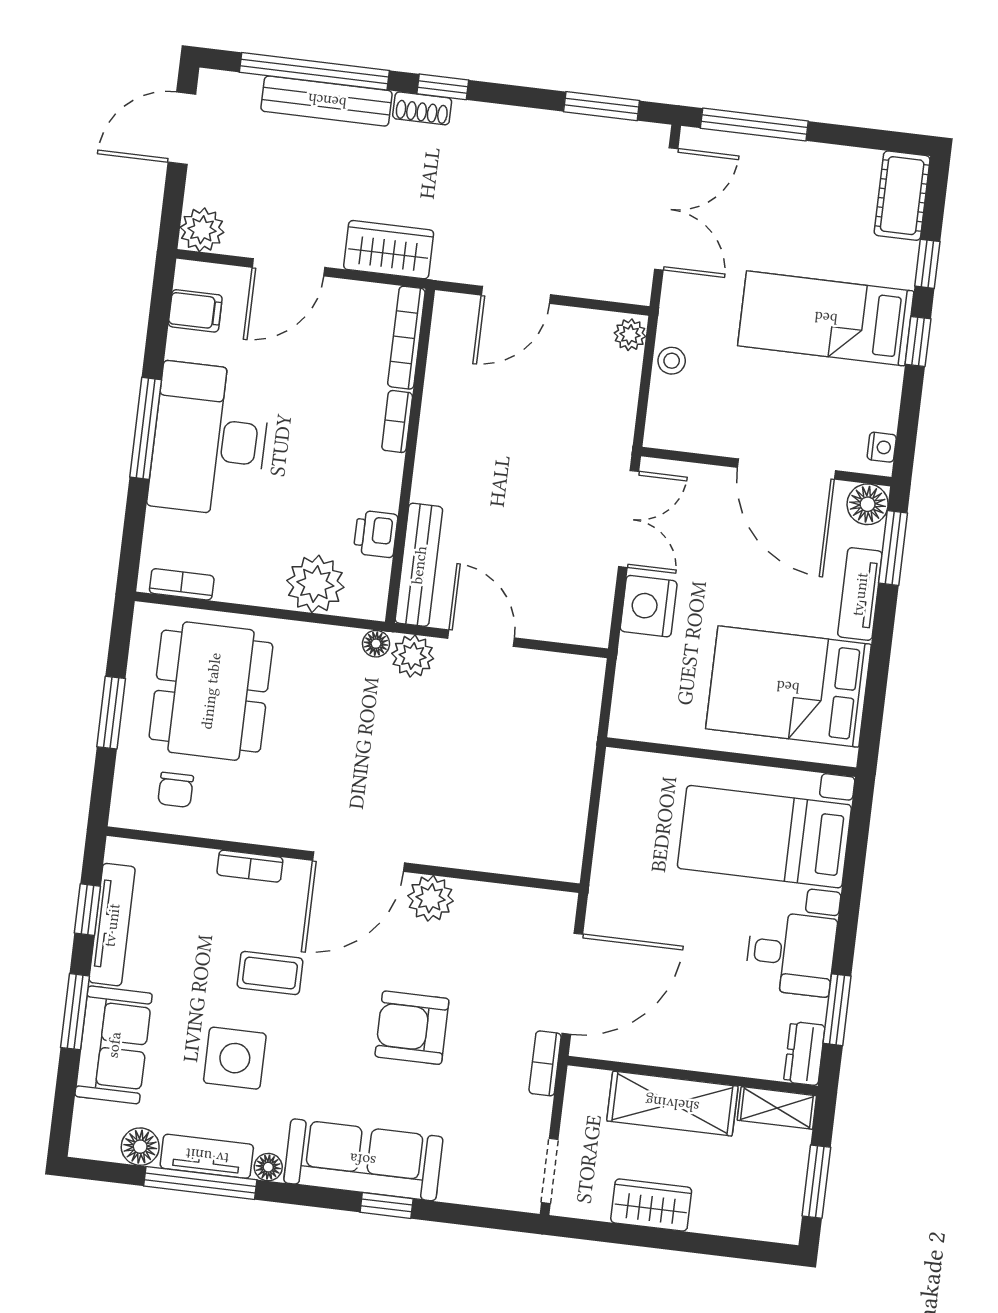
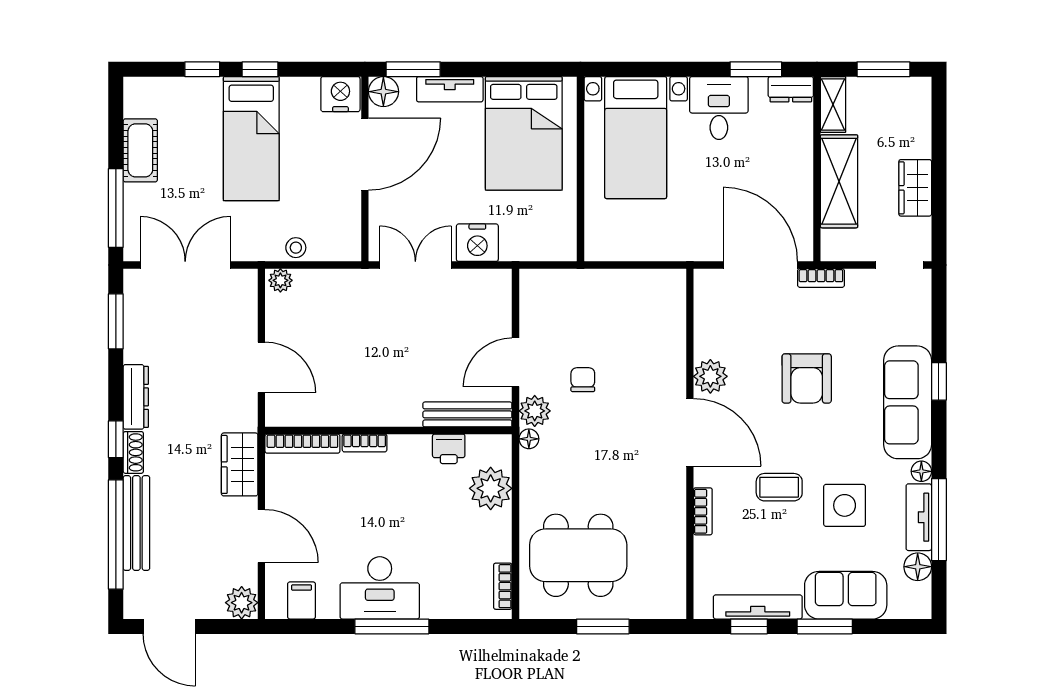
dresser: (497, 121) -> (136, 397), added
cot: (902, 196) -> (140, 150), moved, turned 90
desk: (210, 439) -> (380, 588), width x0.73, depth x0.77
nightstand: (882, 447) -> (340, 94), width x1.89, depth x1.79
chair: (176, 790) -> (583, 380), moved, turned -90
coffee table: (270, 973) -> (779, 487), turned 90

